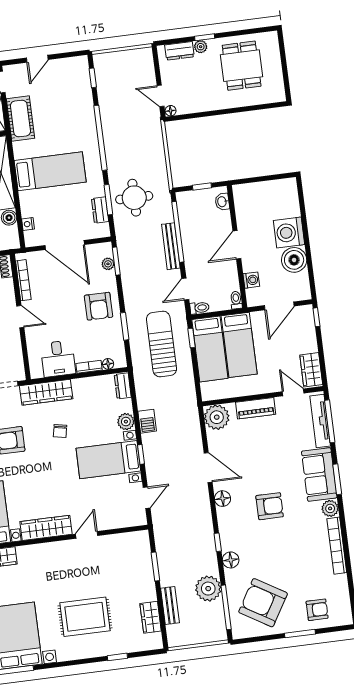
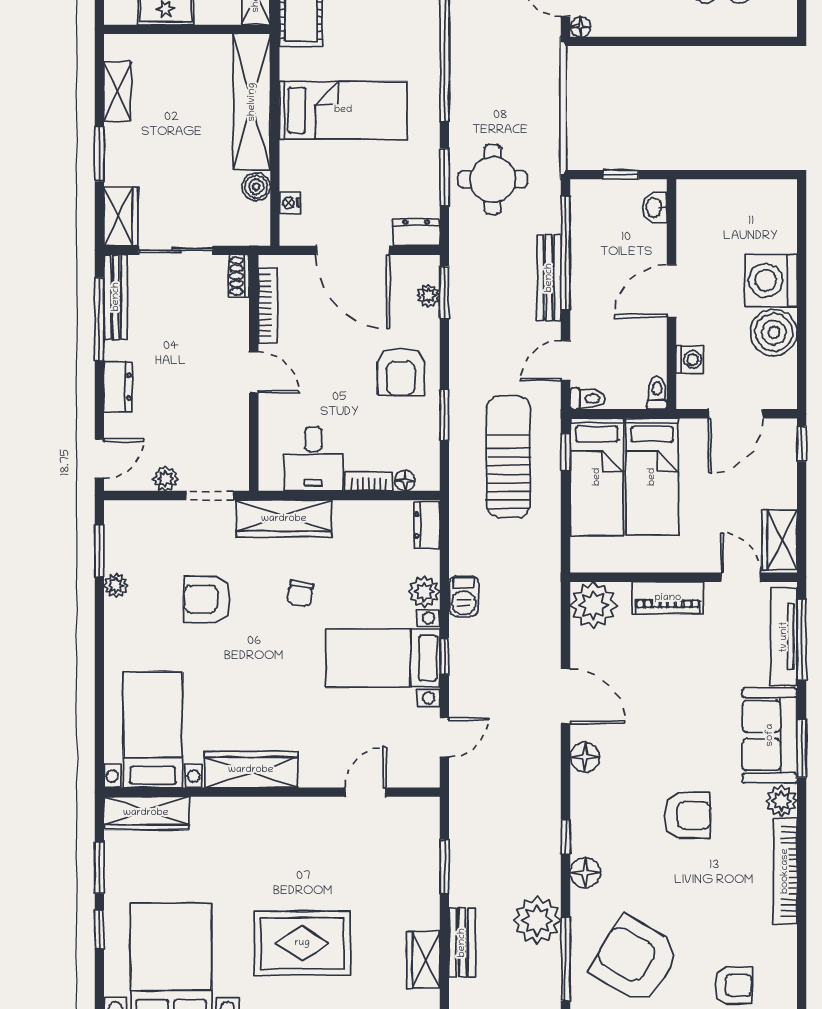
dresser: (100, 210) -> (416, 232), moved, turned 90
armchair: (270, 506) -> (687, 815), moved
door: (87, 535) -> (366, 792), moved

